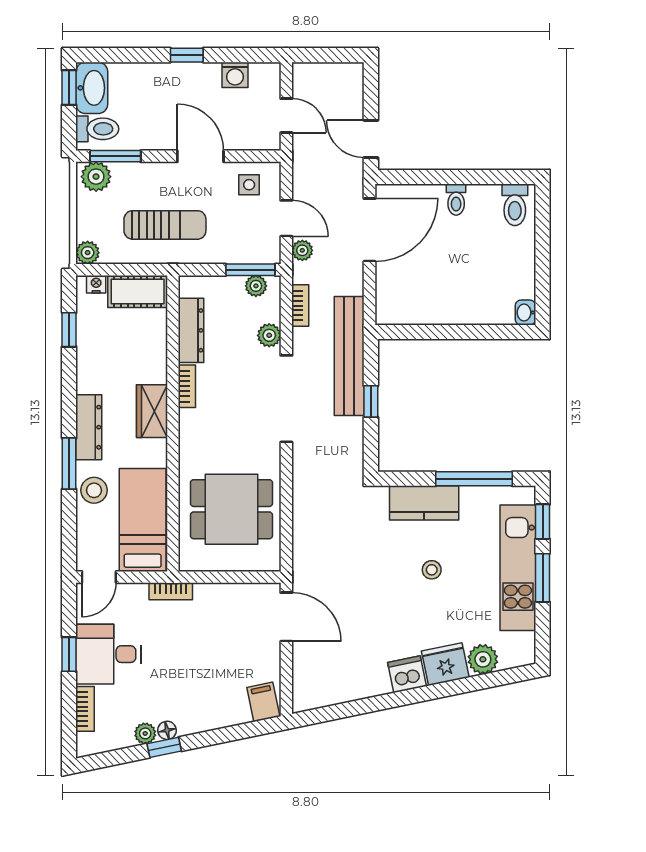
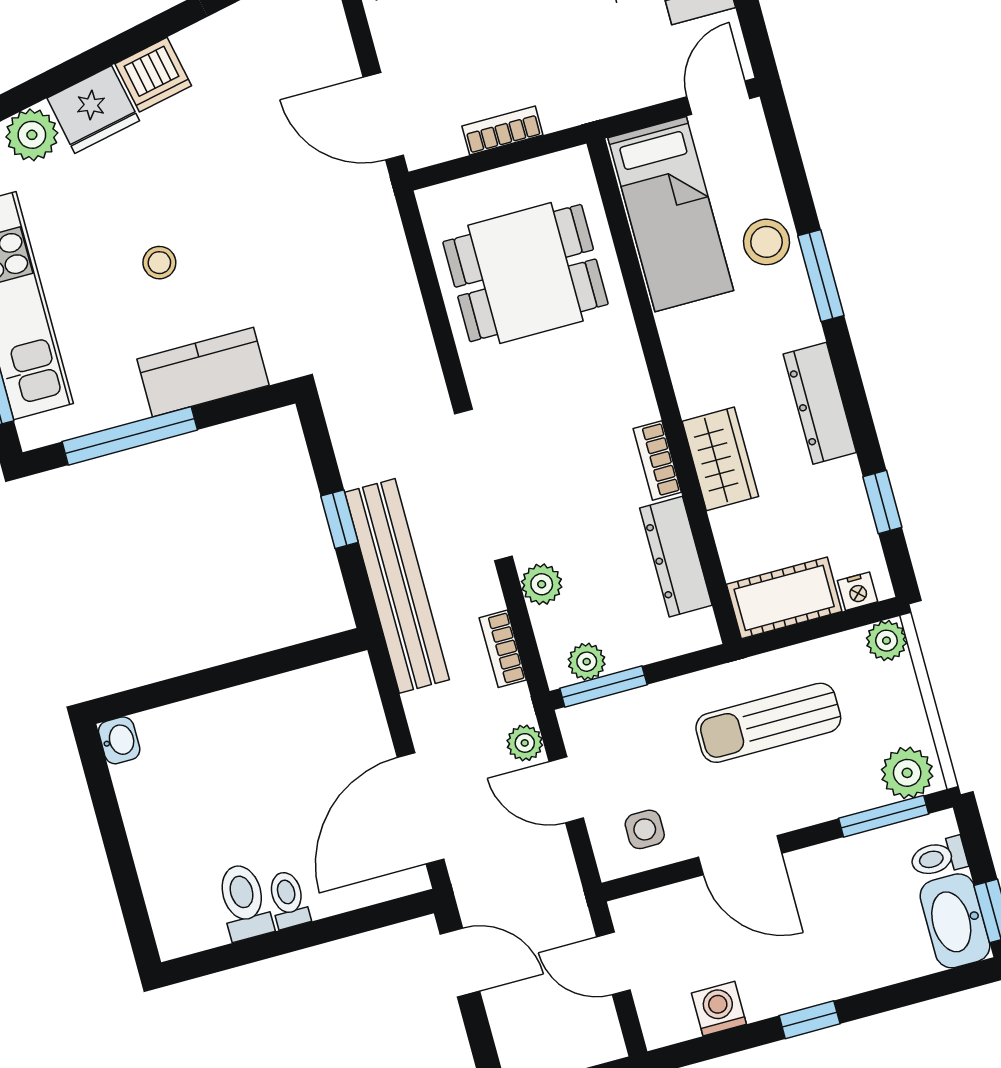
toilet: (97, 129) -> (939, 857), width x0.73, depth x0.72
toilet: (515, 205) -> (244, 902), moved
wardrobe: (152, 411) -> (720, 459), moved
dresser: (89, 427) -> (820, 403), moved
bookcase: (171, 591) -> (502, 131), moved

